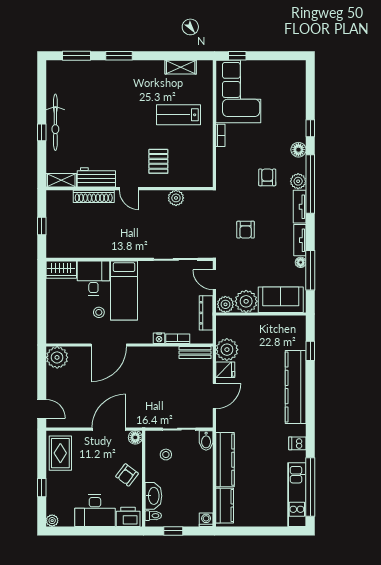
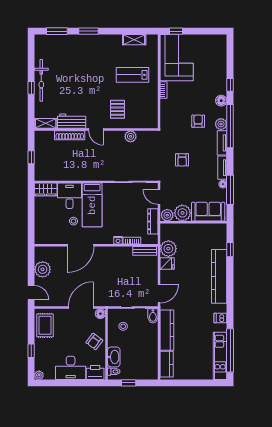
plant: (57, 357) -> (43, 269), moved
door: (214, 396) -> (159, 294), moved
washing machine: (206, 520) -> (153, 375), removed

